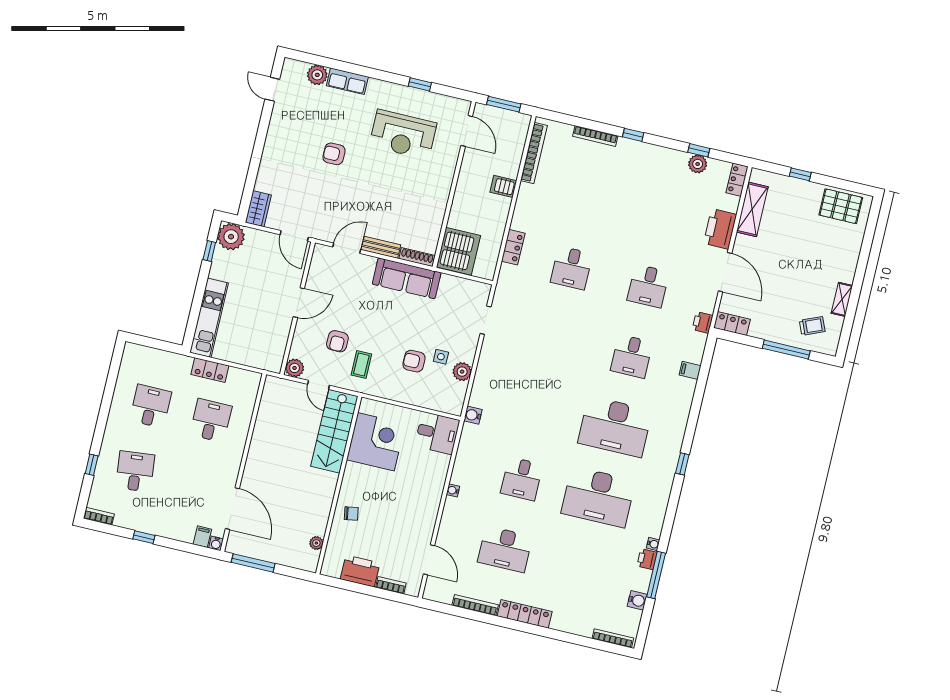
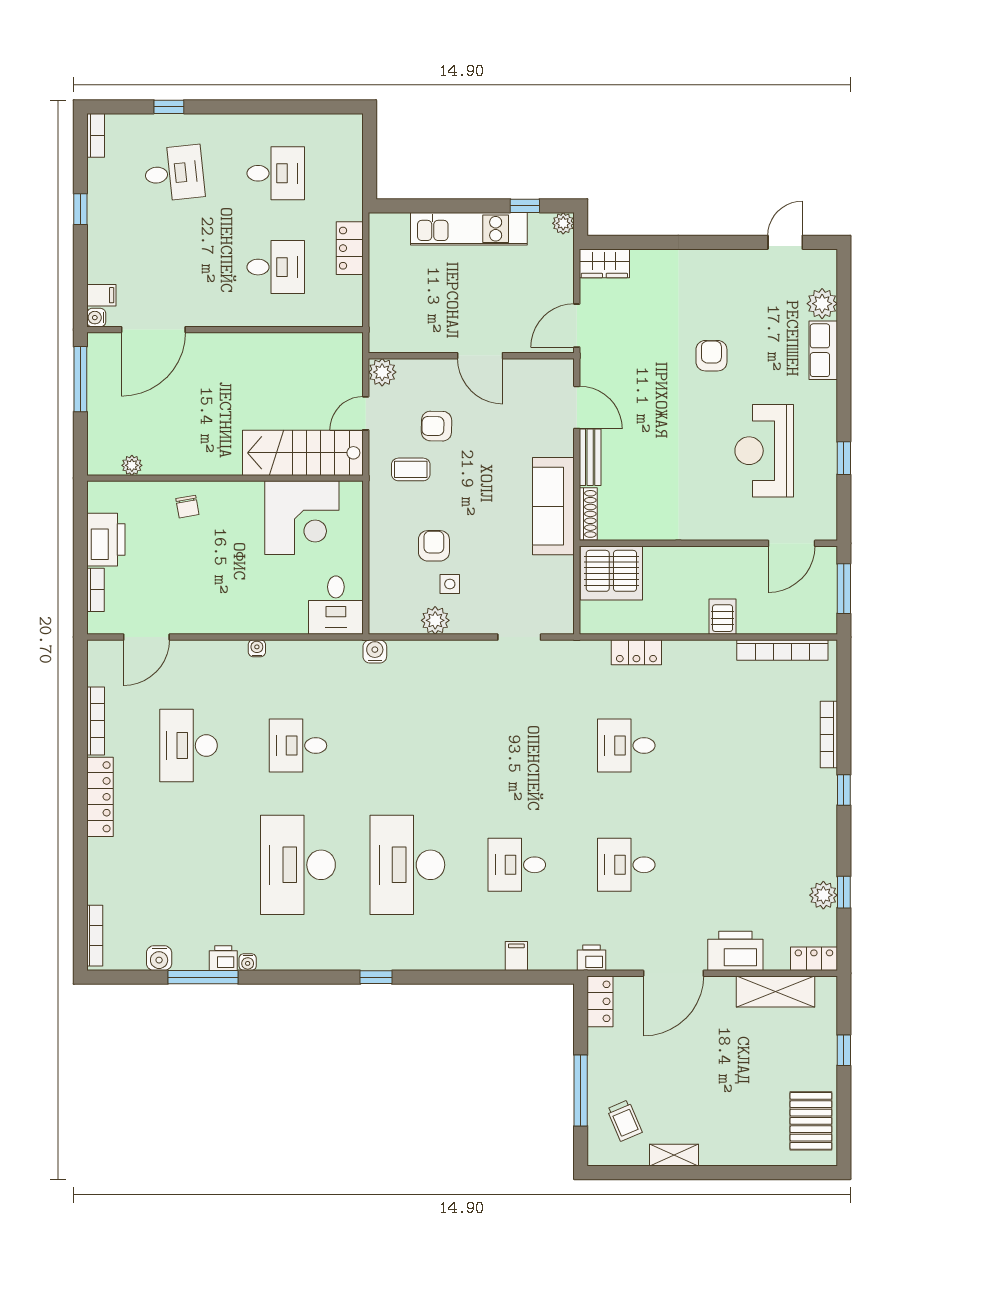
plant: (231, 237) -> (563, 223), width x0.53, depth x0.53
kitchen unit: (209, 318) -> (469, 229), moved

